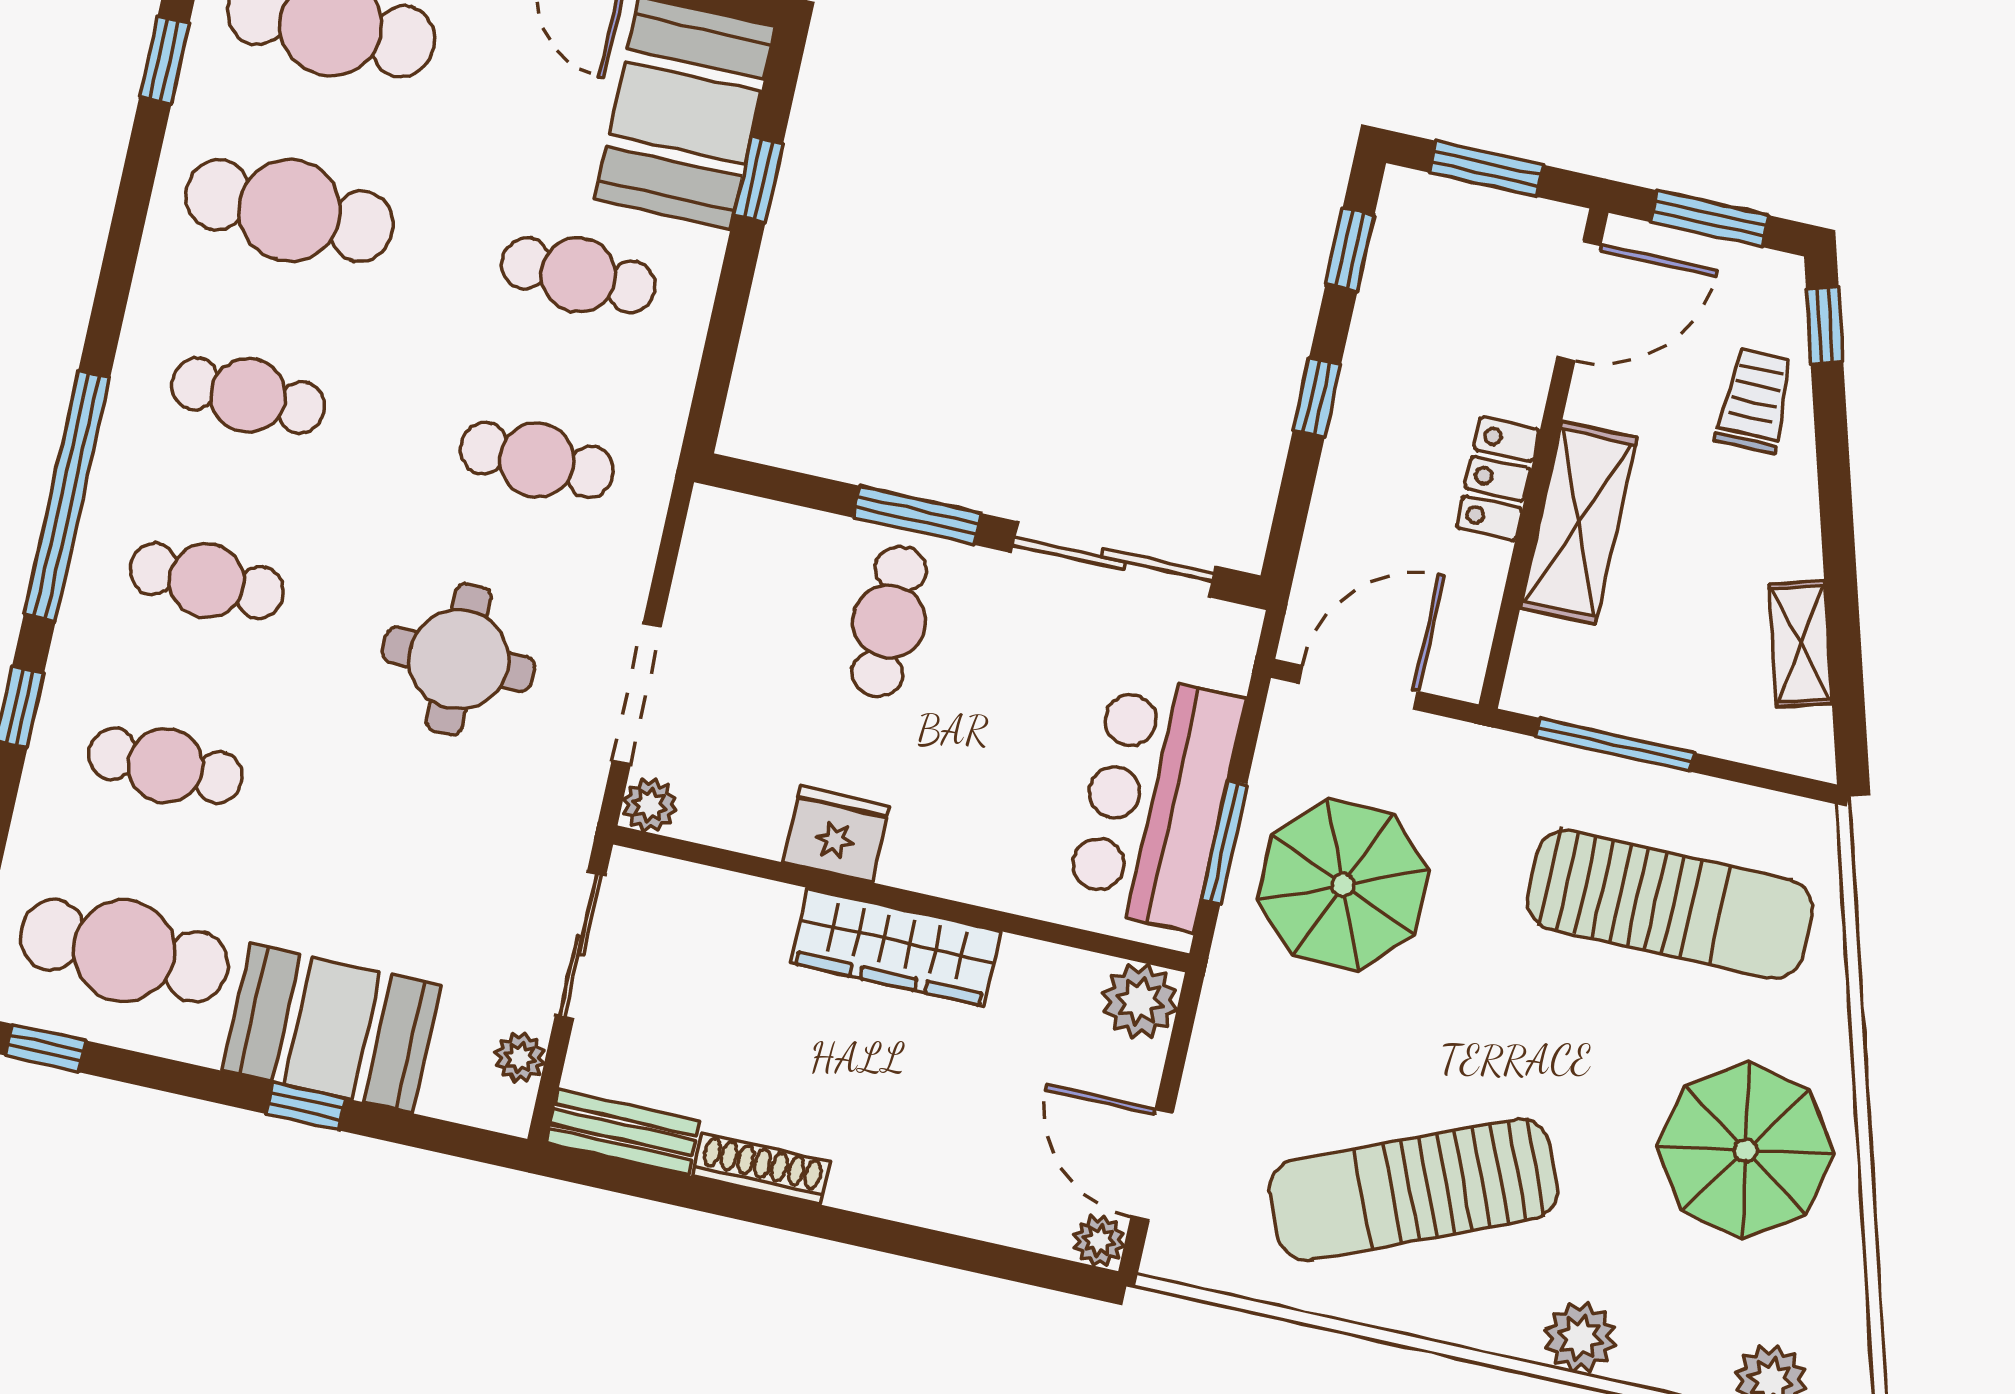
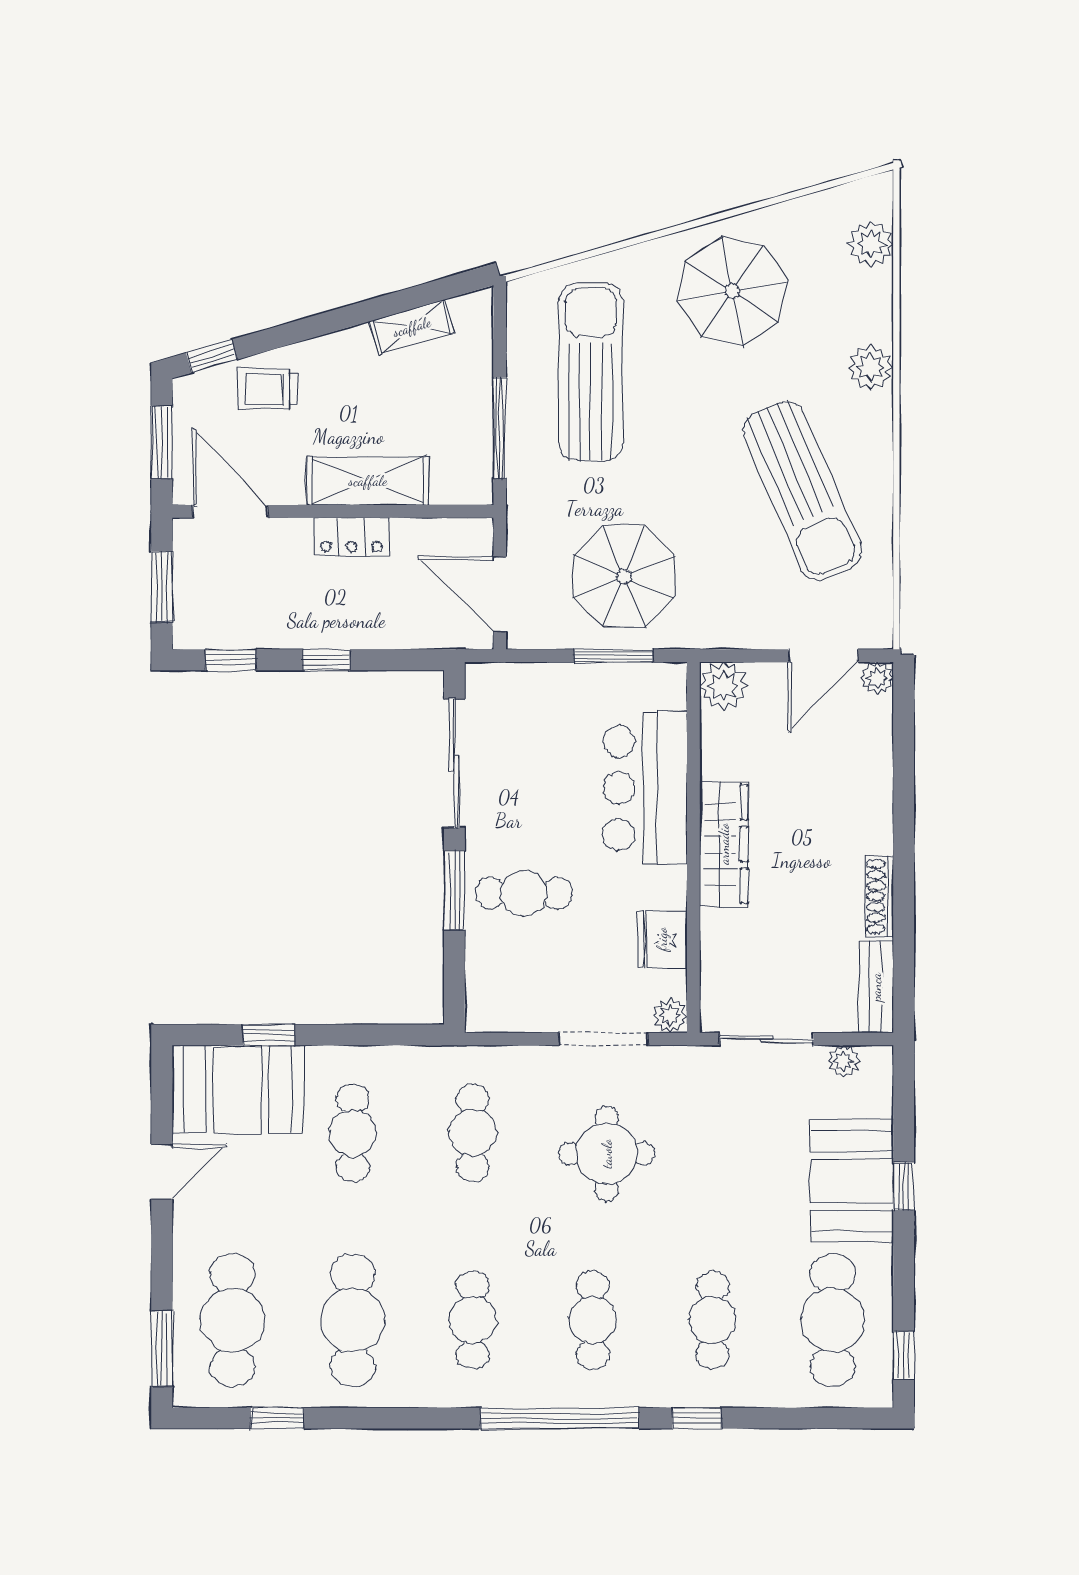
bar counter: (1155, 801) -> (645, 788), moved, turned 90
fridge: (836, 834) -> (662, 939), moved

